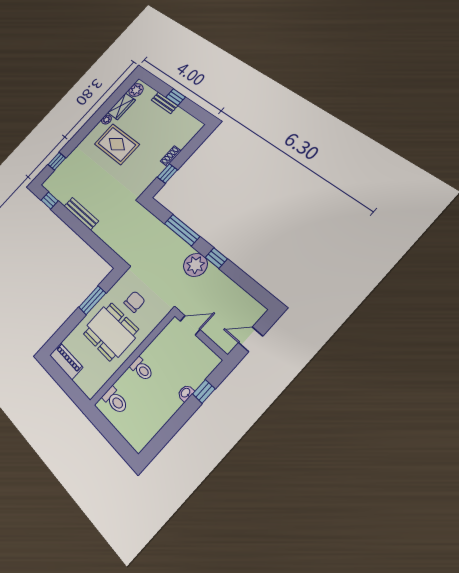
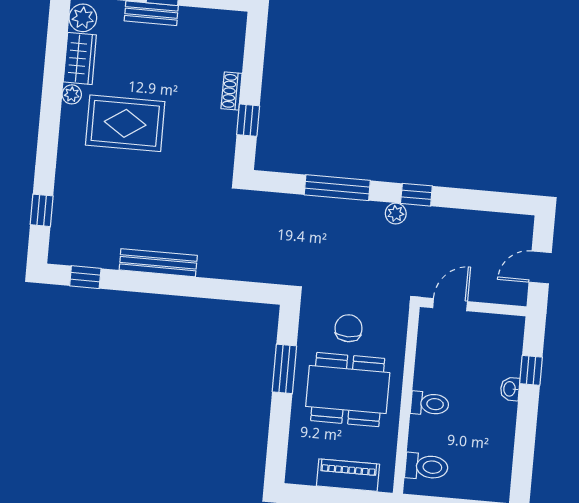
plant: (195, 265) -> (396, 214), width x0.53, depth x0.53
piano: (66, 361) -> (348, 475), moved

